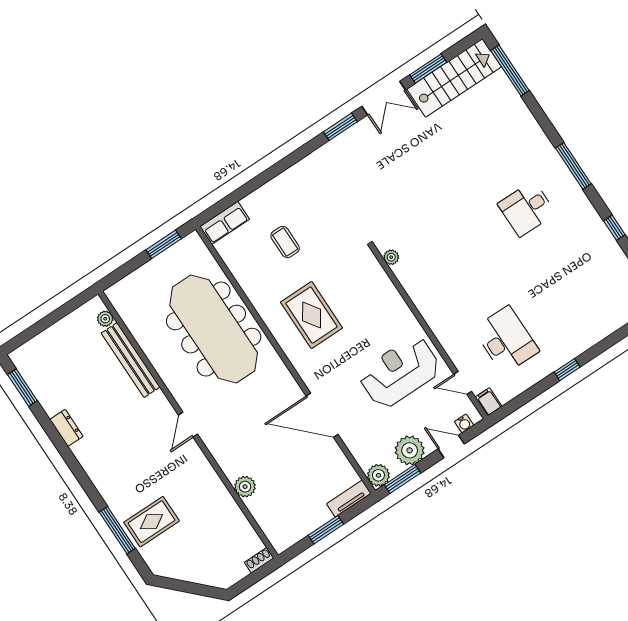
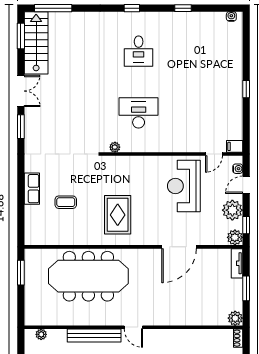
window: (428, 68) -> (21, 36), moved
window: (573, 166) -> (132, 8), width x0.46
row of seats: (225, 223) -> (32, 189), moved
rug: (312, 315) -> (118, 215), turned 90
desk: (506, 340) -> (139, 113), moved
bench: (131, 360) -> (94, 336), moved
window: (402, 479) -> (246, 225), width x0.67
plant: (245, 487) -> (235, 318), moved

